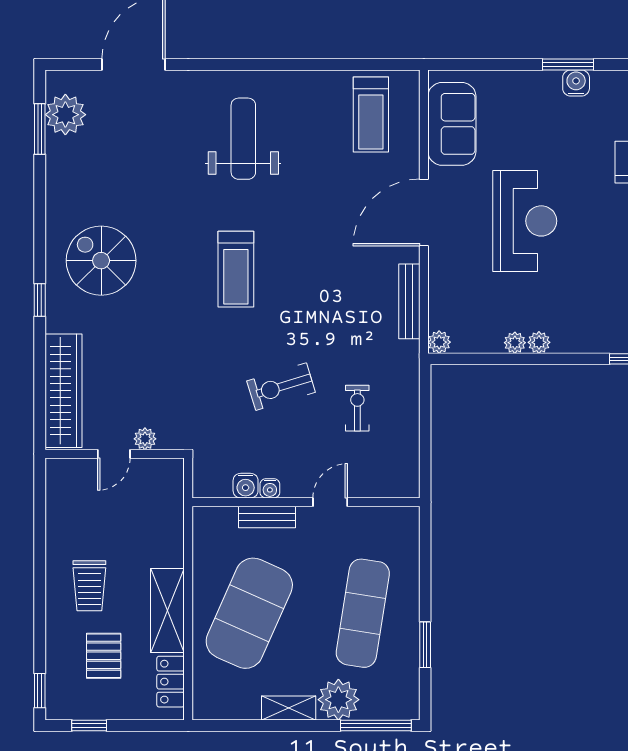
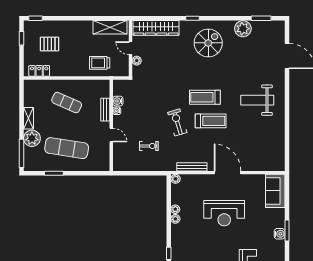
treadmill: (371, 114) -> (211, 121), moved, turned 180
plant: (65, 115) -> (243, 29), moved
sofa: (452, 124) -> (275, 191), moved, turned 90
weight bench: (243, 139) -> (257, 100), turned 180
exercise bike: (281, 387) -> (177, 122), moved
trolley: (89, 586) -> (100, 63), moved
shelving: (167, 610) -> (110, 27), moved
exercise mat: (249, 613) -> (67, 103), width x0.50, depth x0.69

